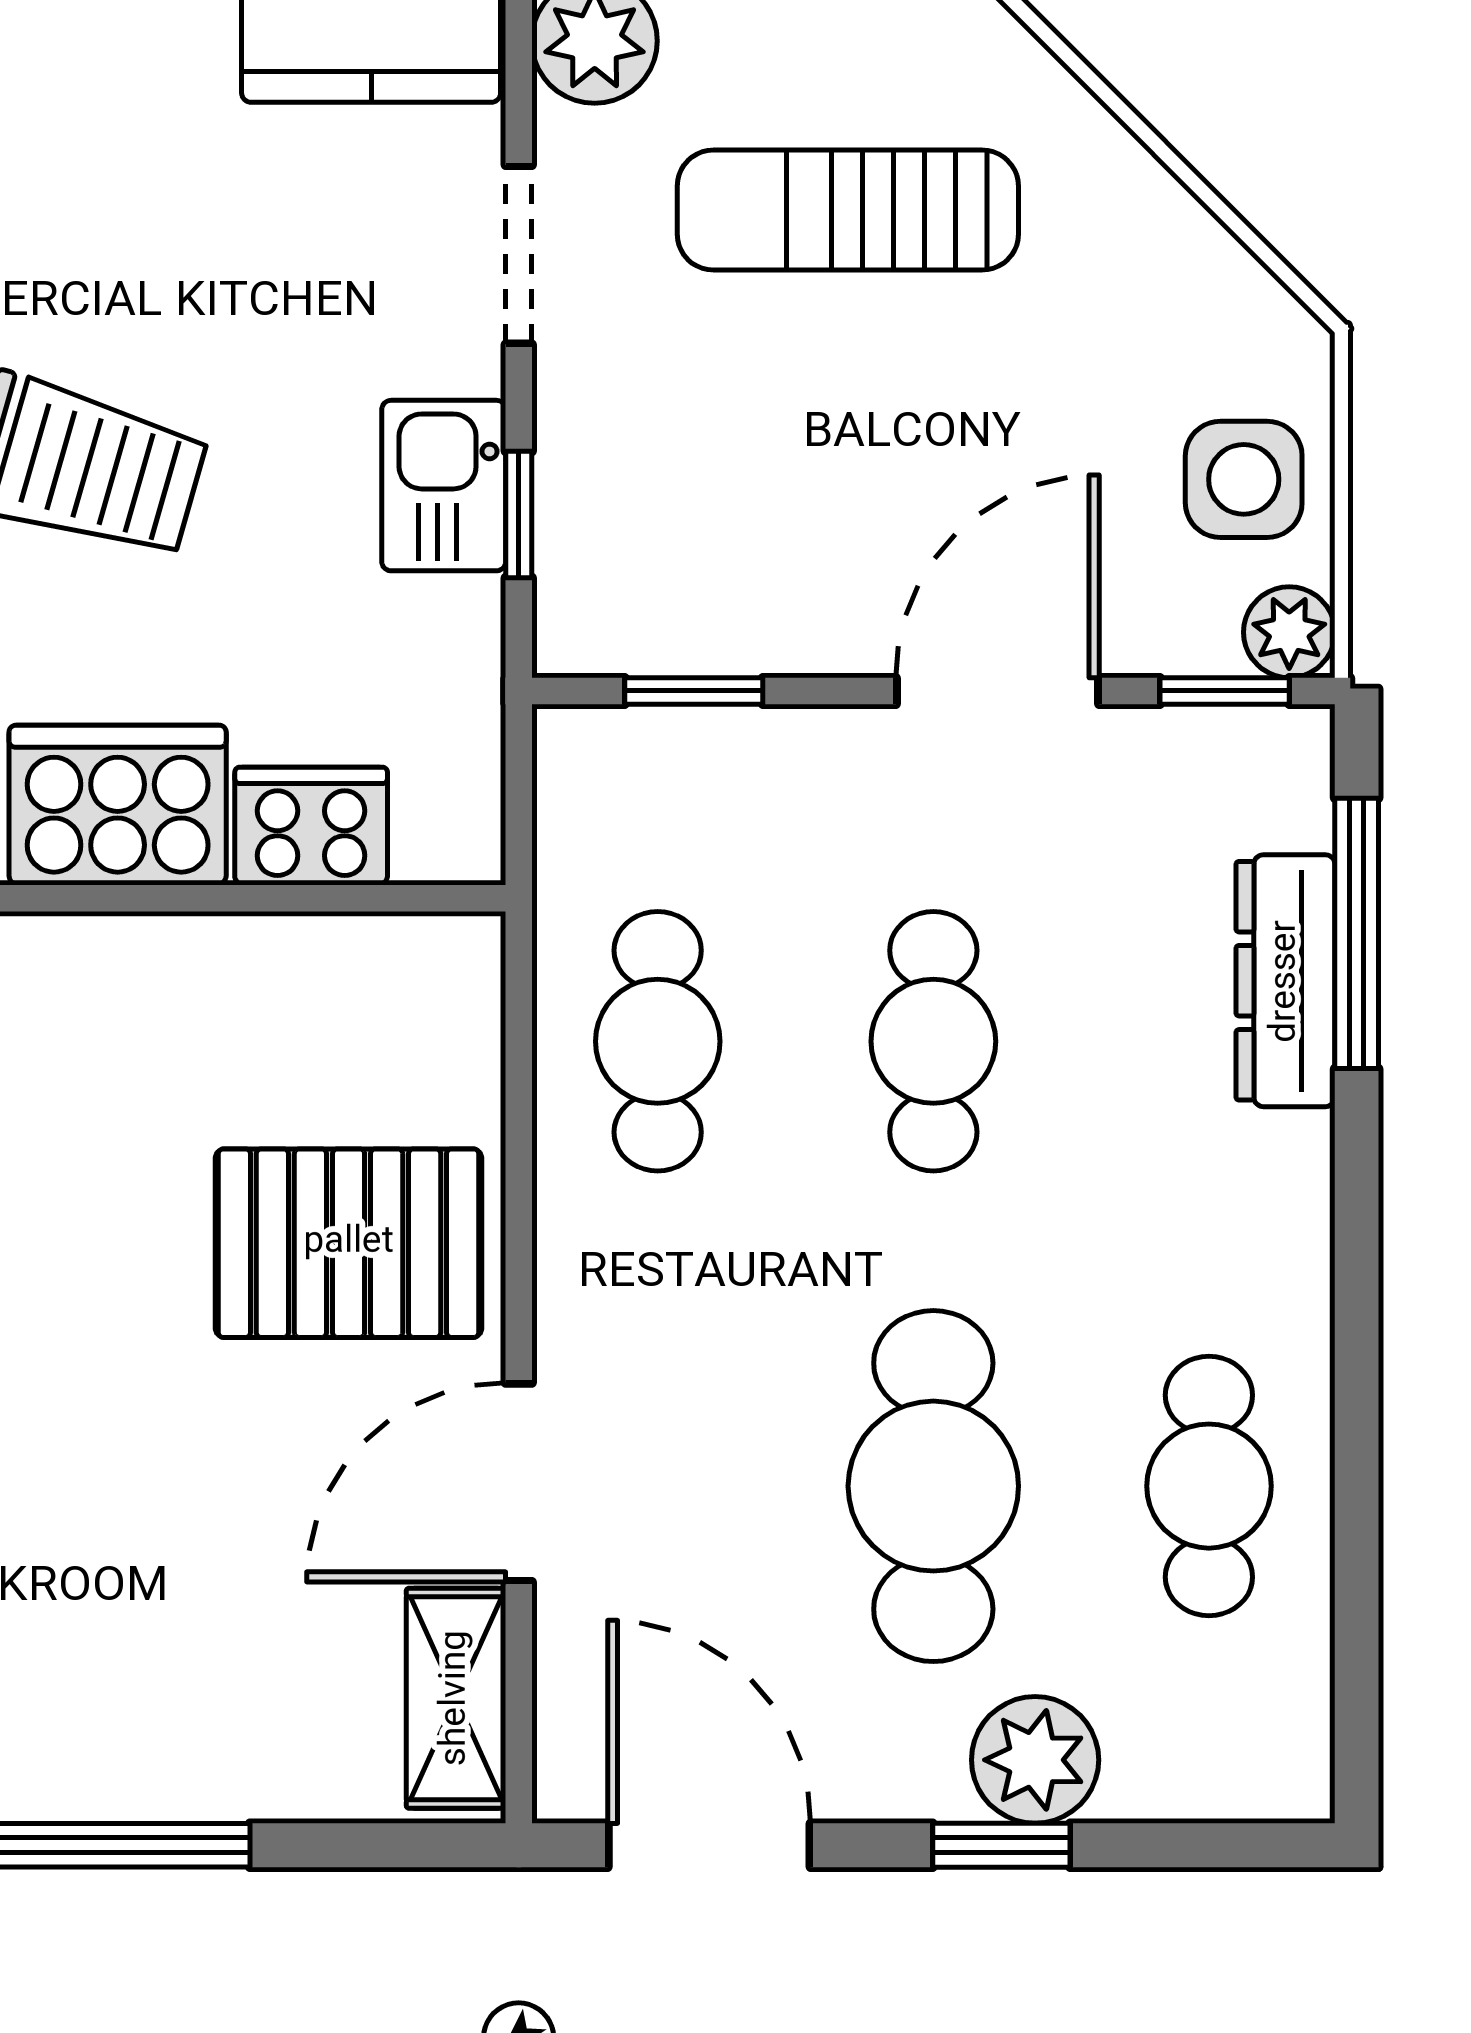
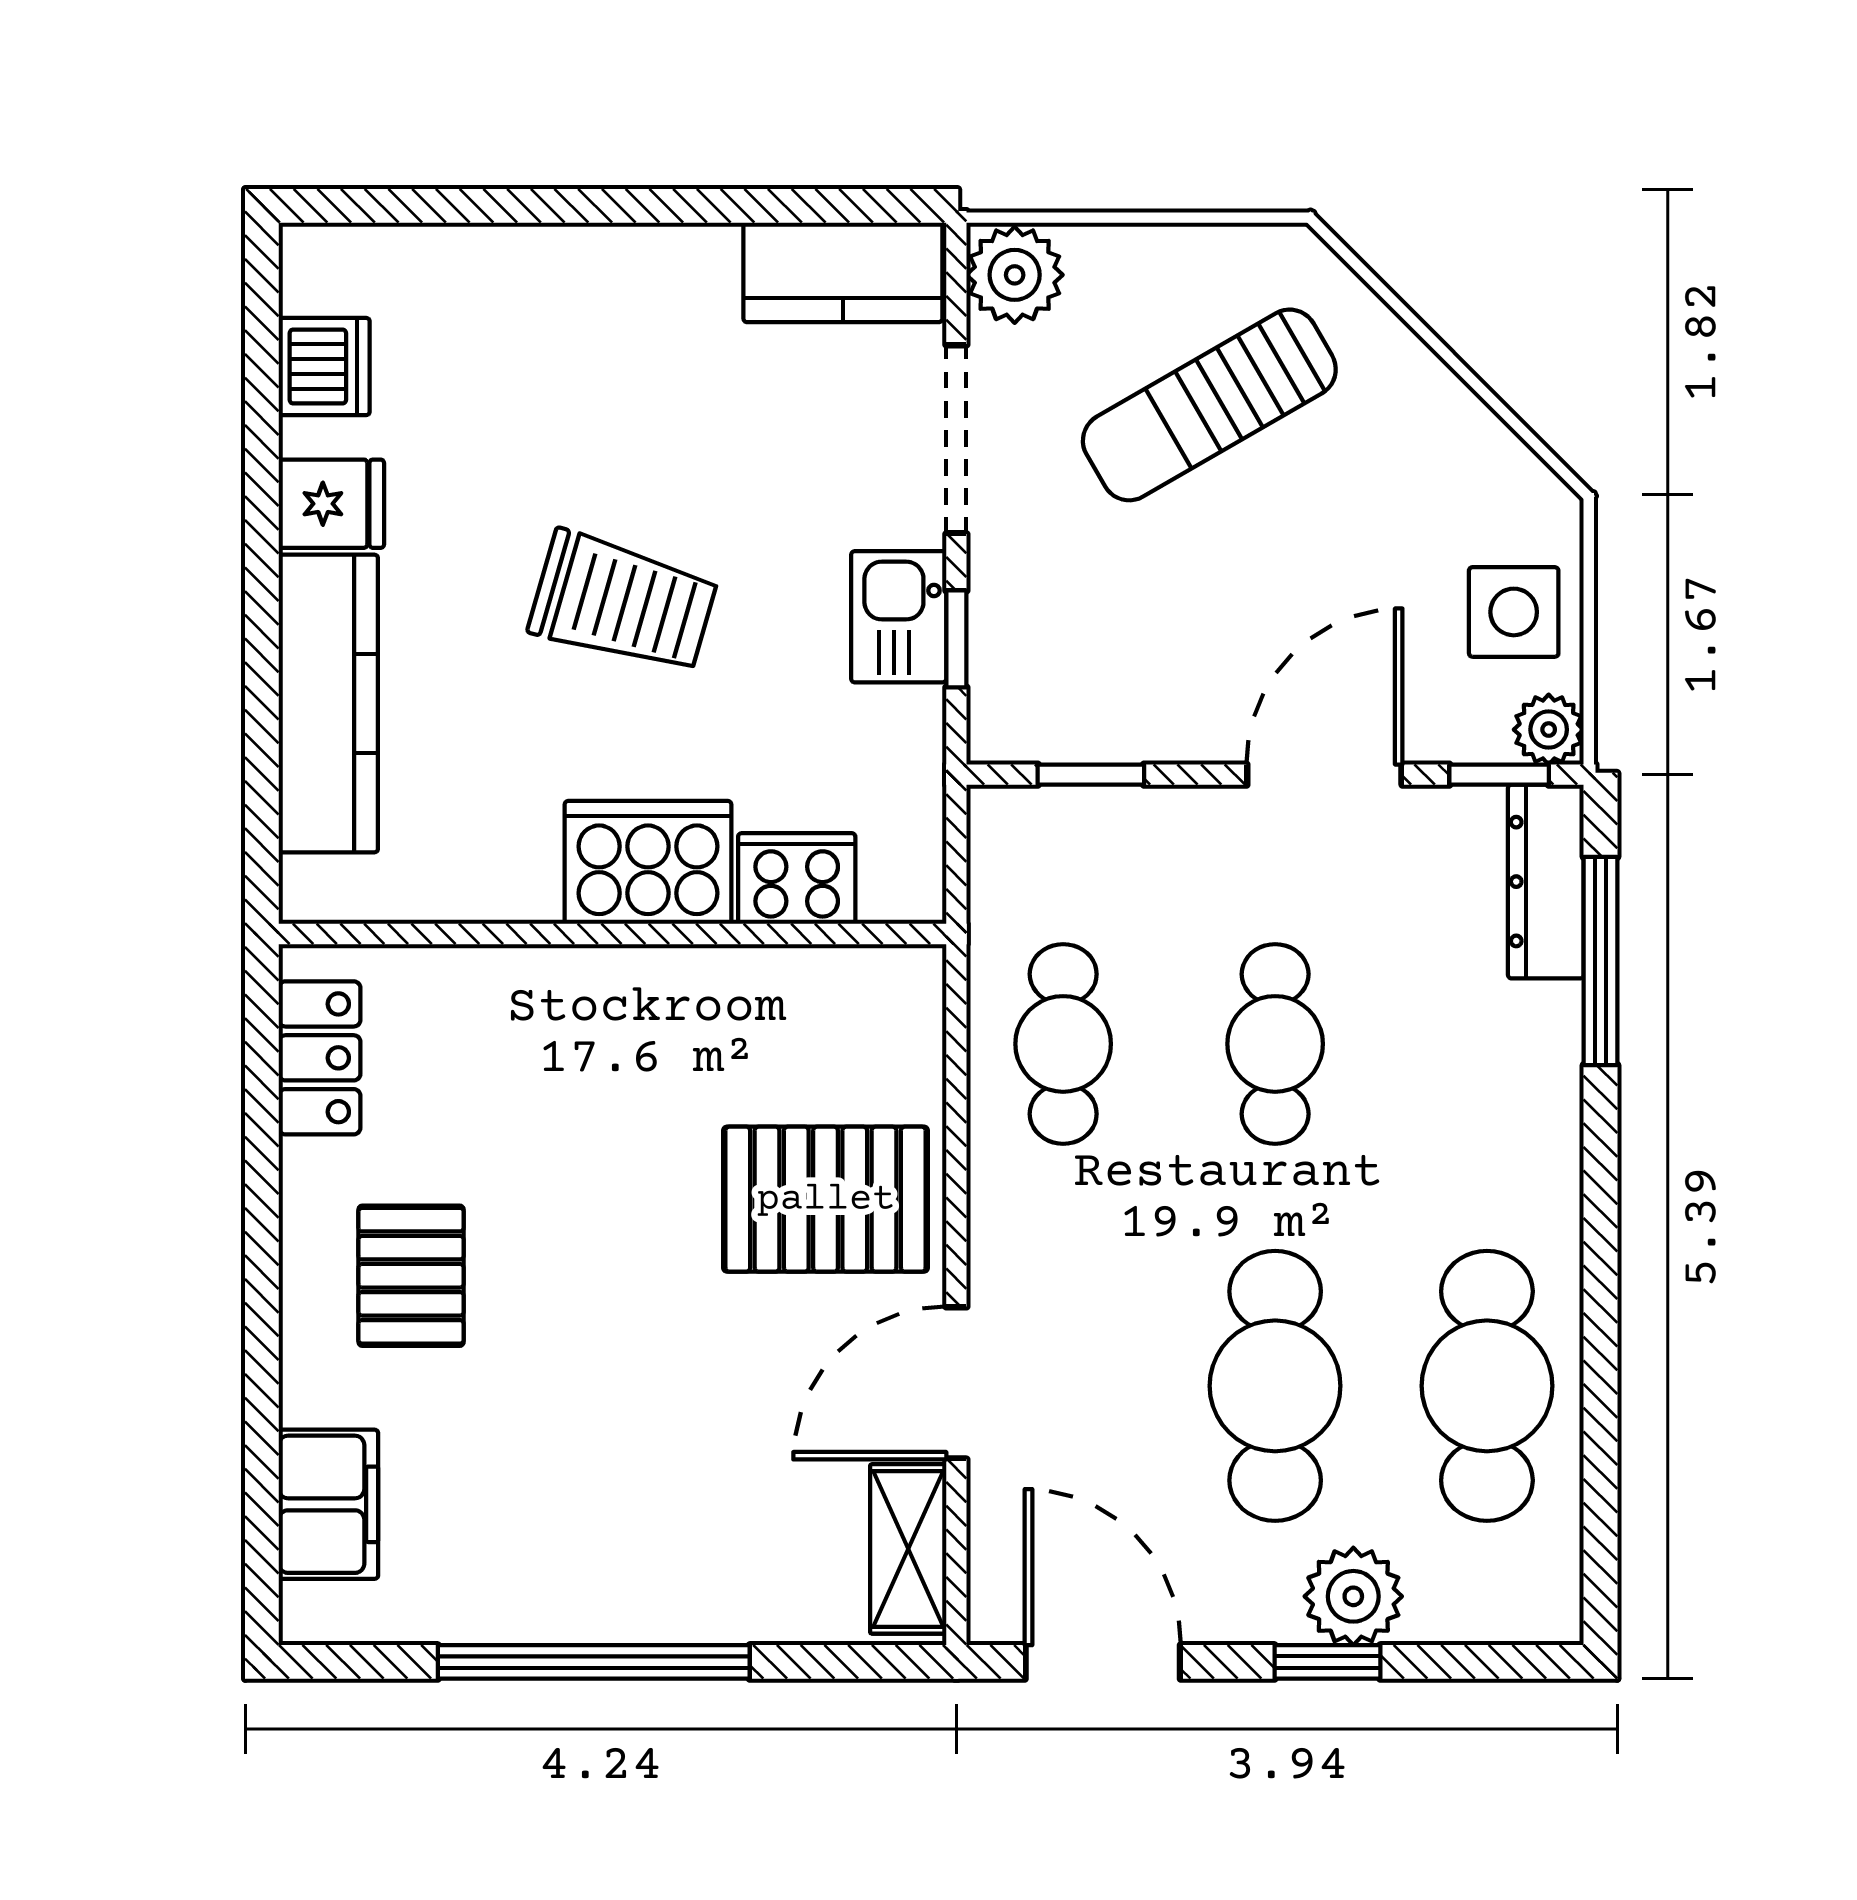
sun lounger: (848, 210) -> (1209, 405), turned -30
doorway: (519, 255) -> (956, 439), width x1.38
dresser: (1286, 981) -> (1546, 882), moved
cafe table: (1209, 1486) -> (1487, 1386), width x1.37, depth x1.35

